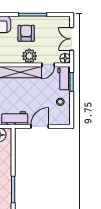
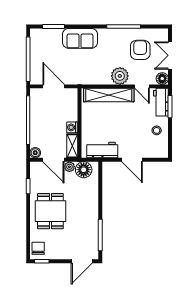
armchair: (26, 33) -> (140, 50), moved
door: (48, 65) -> (142, 86), hinge flipped
door: (40, 126) -> (132, 160), swing flipped

